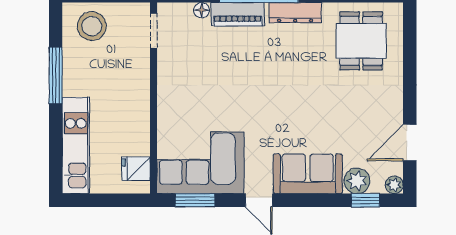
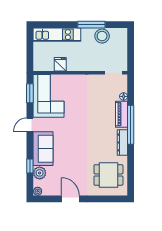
stool: (92, 26) -> (102, 36), moved
door: (410, 143) -> (70, 199), moved
fridge: (136, 169) -> (60, 64), moved
window: (365, 200) -> (30, 166), moved

